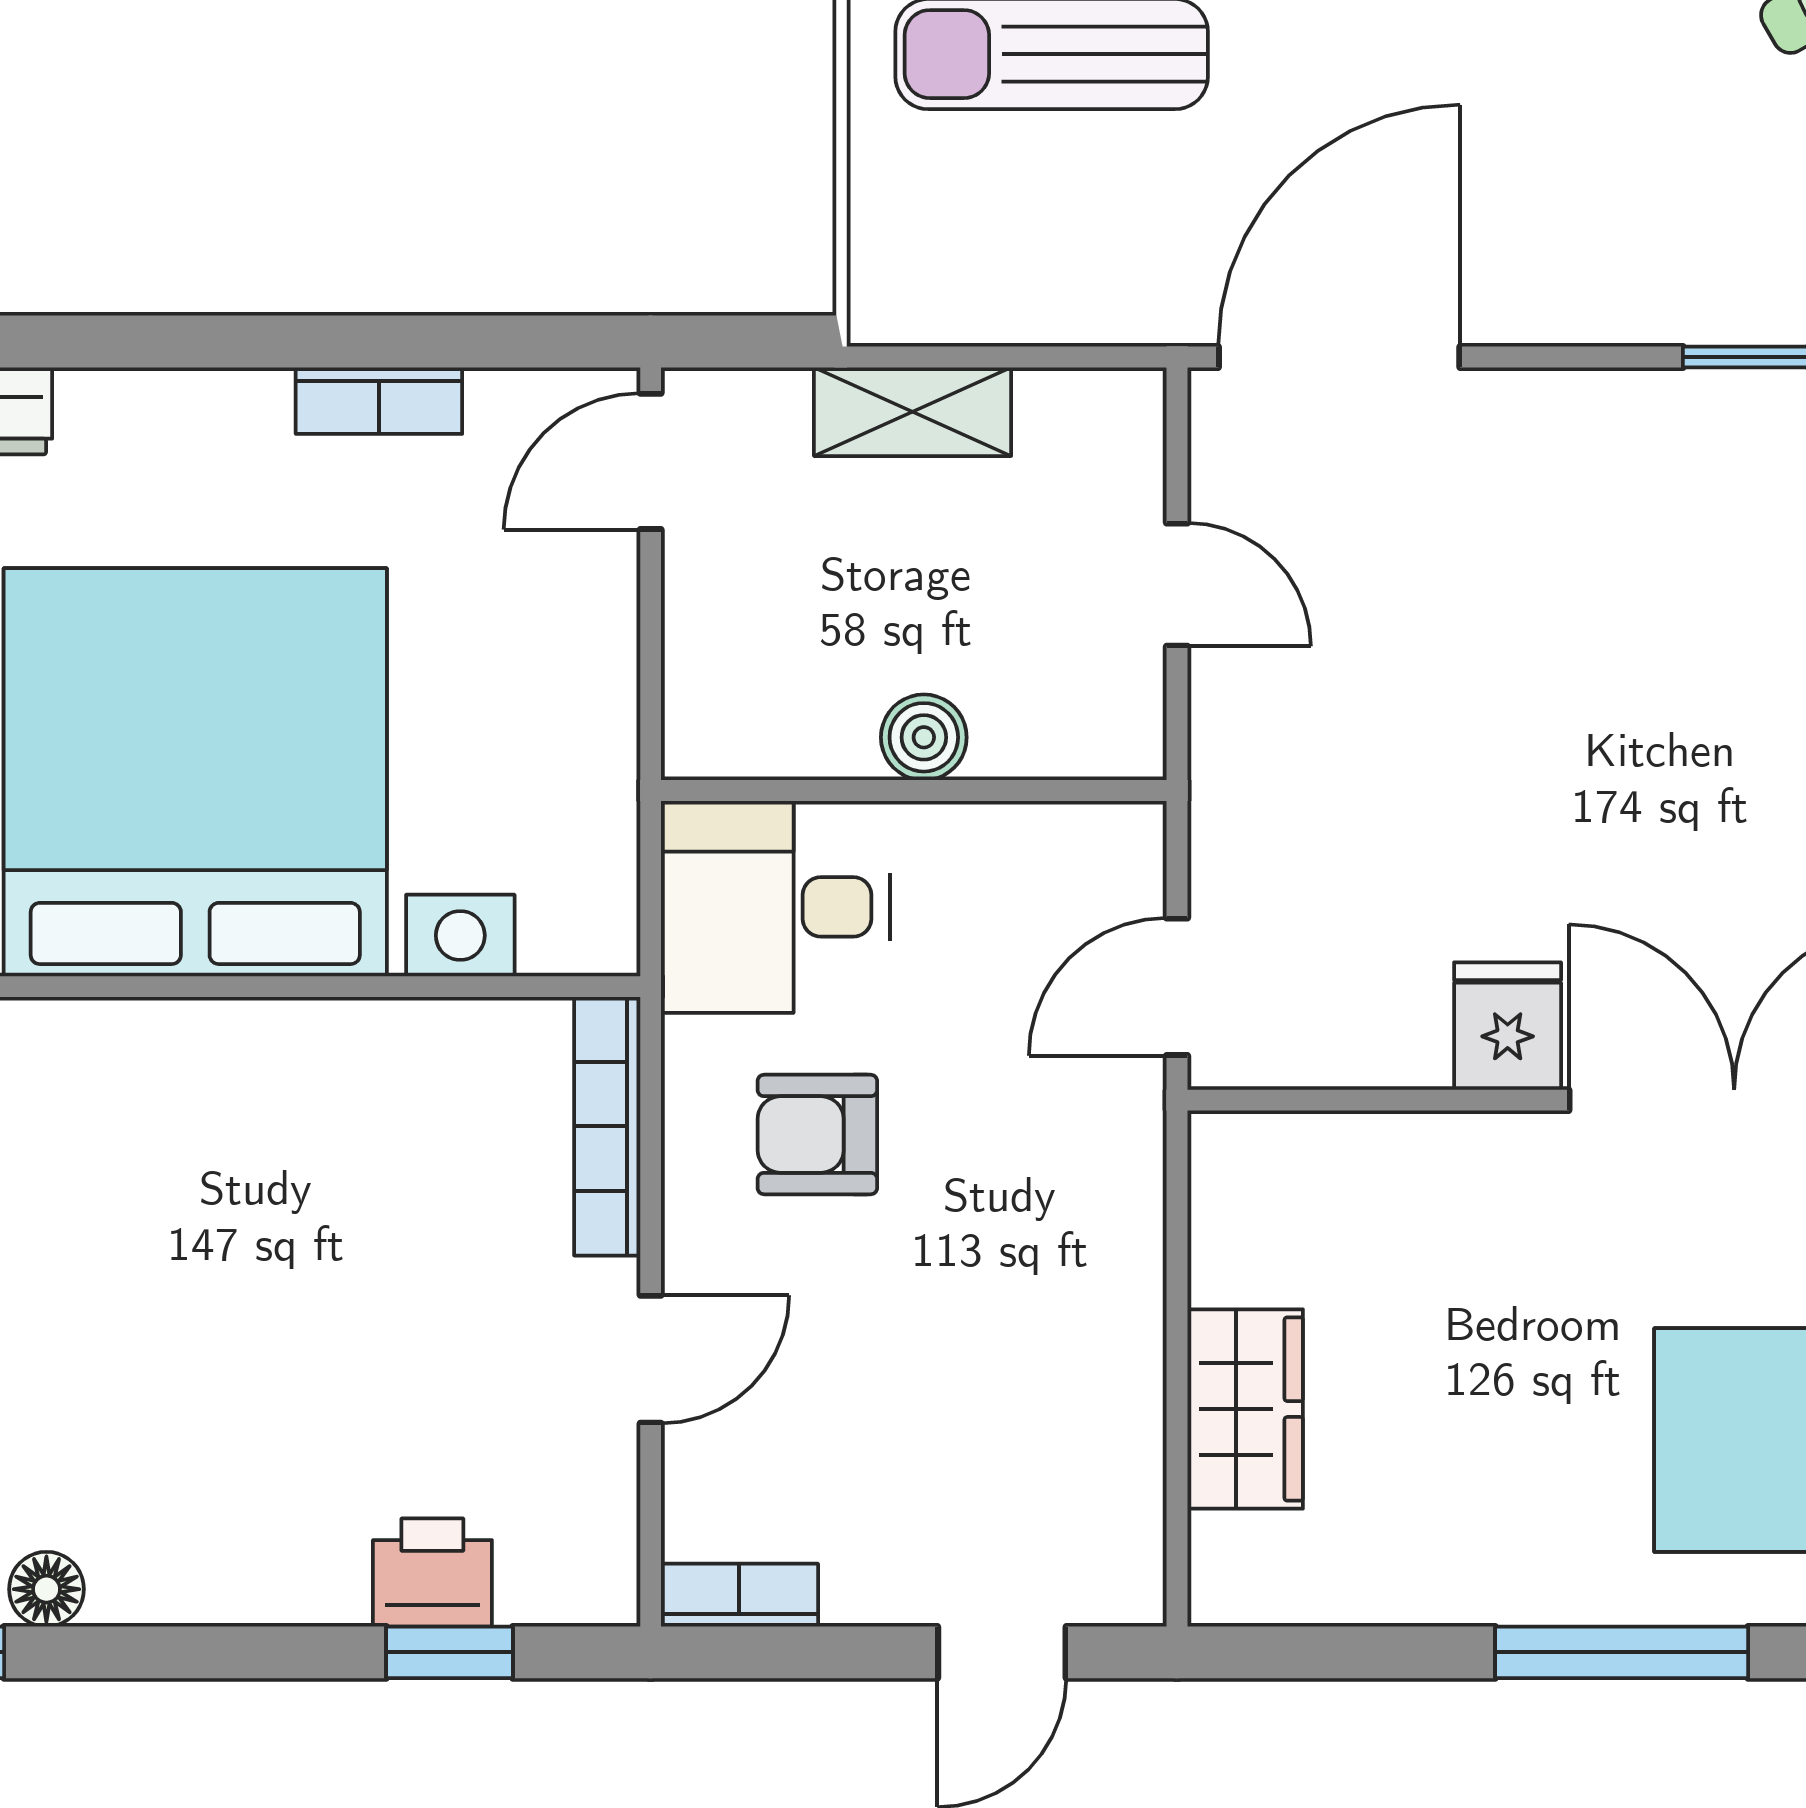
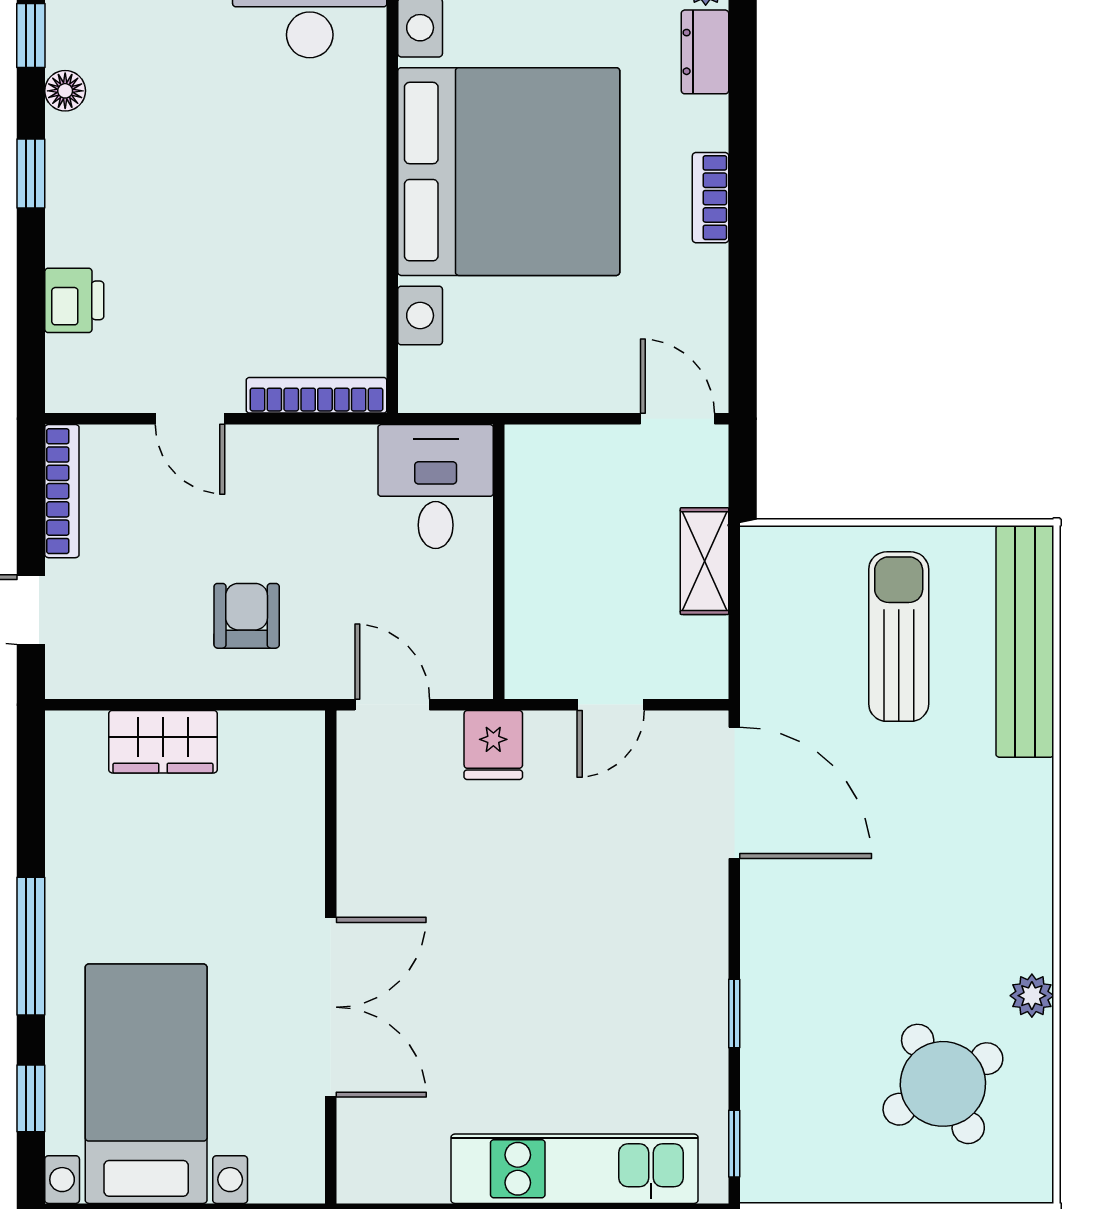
bookcase: (379, 401) -> (711, 198), moved
boiler: (924, 737) -> (528, 567), removed
fridge: (1508, 1026) -> (493, 745), moved, turned 90
armchair: (817, 1135) -> (247, 616), moved
bookcase: (739, 1595) -> (62, 491), width x1.56
window: (449, 1652) -> (31, 173), moved

